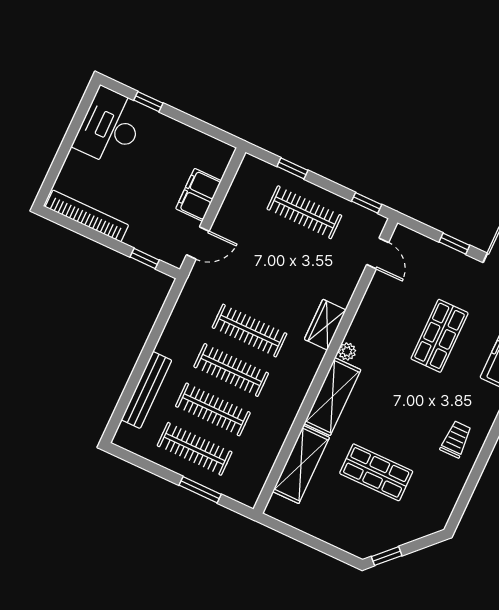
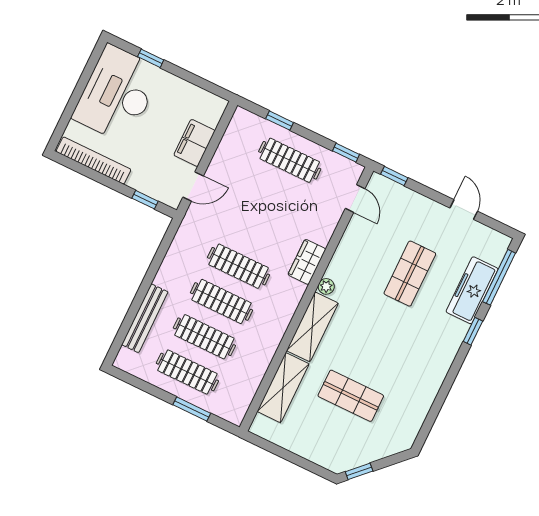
desk: (110, 127) -> (117, 94), width x1.36, depth x1.30
window: (454, 244) -> (394, 176), moved
trolley: (456, 439) -> (423, 367), removed

